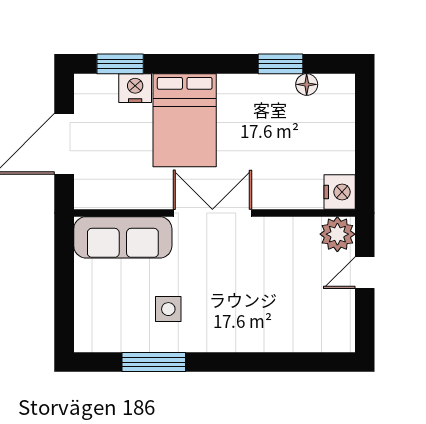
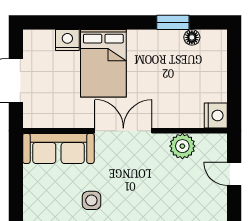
window: (120, 64) -> (56, 22), removed
plant: (337, 234) -> (182, 146), moved
door: (365, 273) -> (234, 174), hinge flipped

